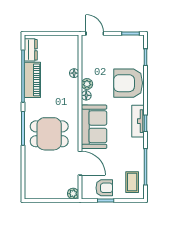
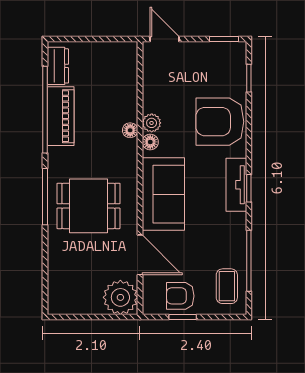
floor lamp: (74, 73) -> (130, 130), moved
armchair: (104, 188) -> (180, 296), turned 180
plant: (73, 194) -> (120, 297), width x1.88, depth x1.88

